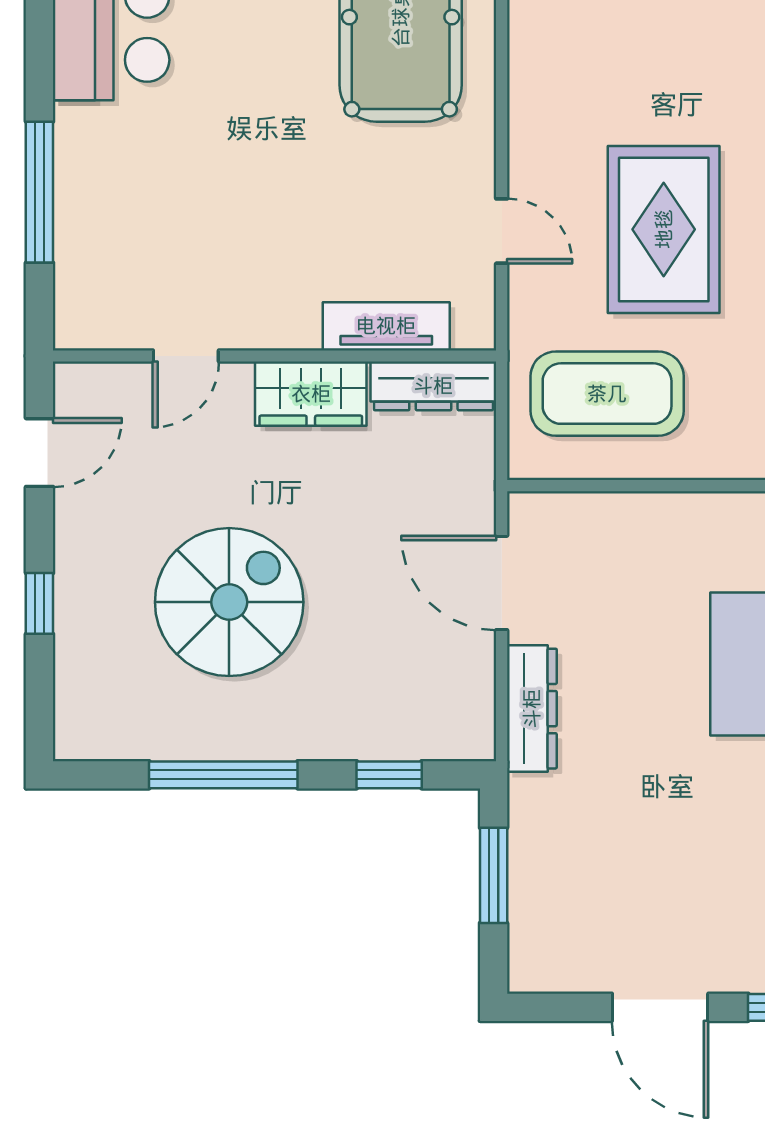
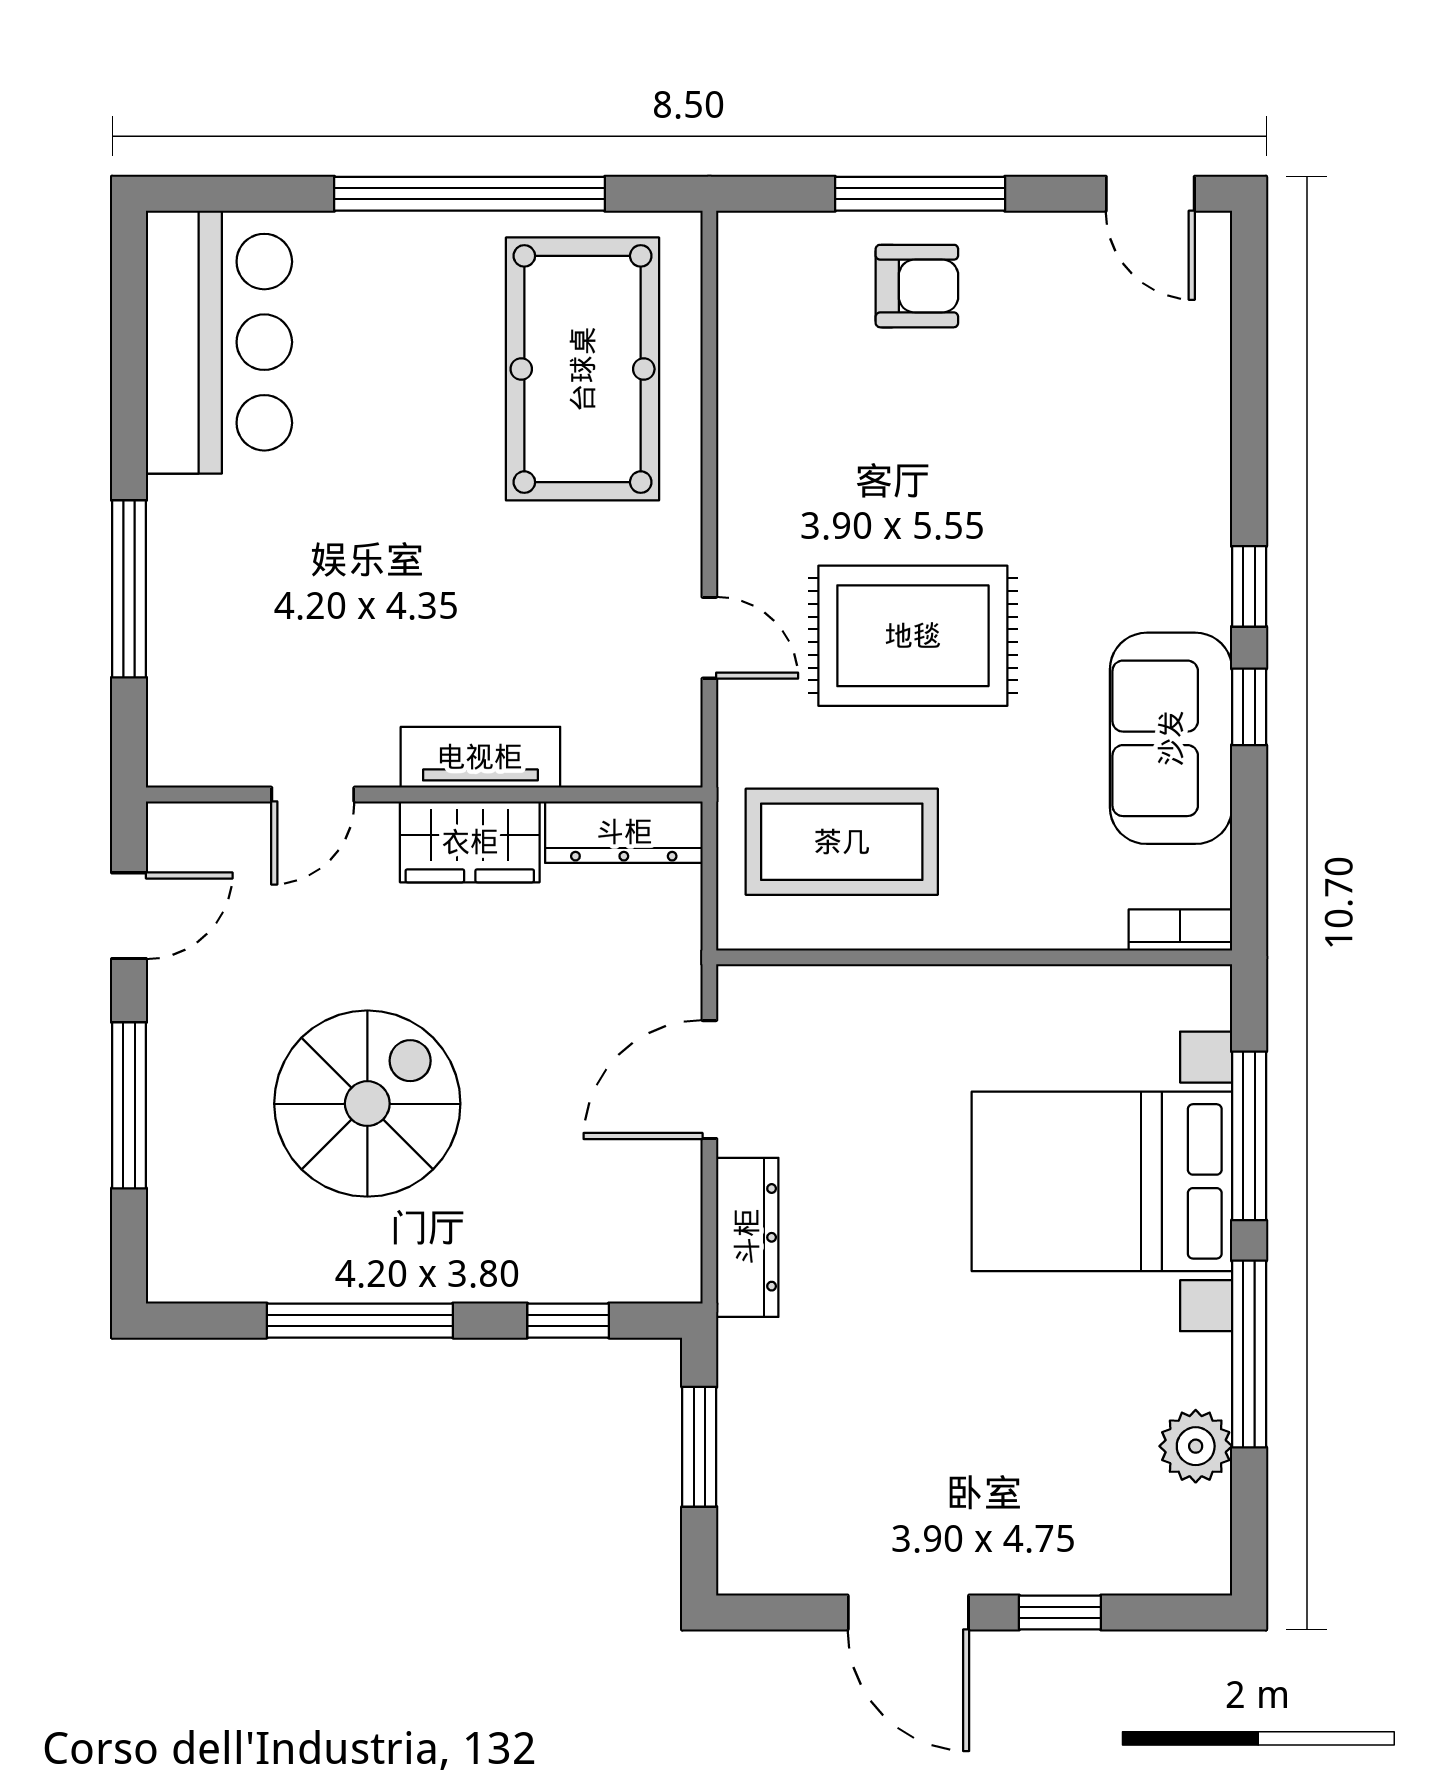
rug: (664, 229) -> (913, 636), turned 90
tv unit: (386, 326) -> (480, 757), moved
door: (502, 583) -> (709, 1080), hinge flipped
window: (39, 603) -> (129, 1105), width x2.17

